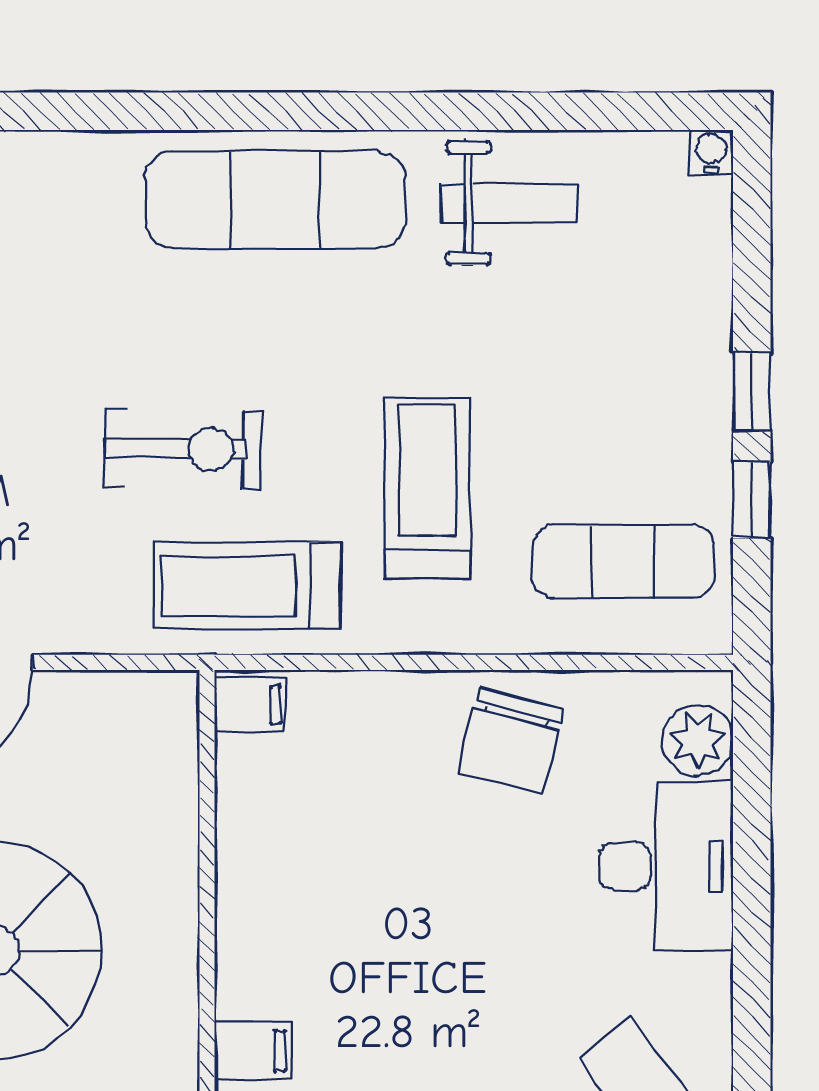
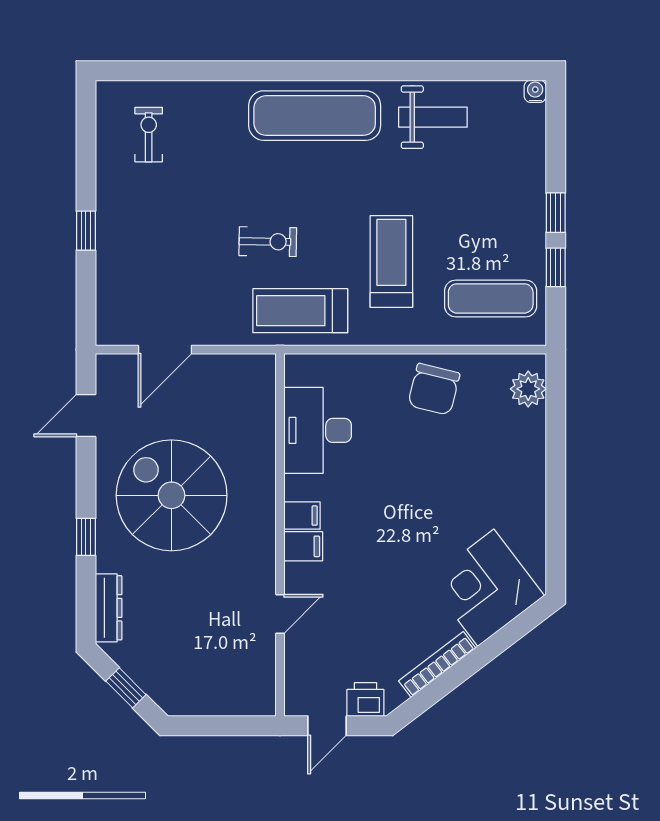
exercise bike: (183, 449) -> (268, 242), width x0.73, depth x0.72
filing cabinet: (250, 705) -> (302, 516), moved
desk: (666, 866) -> (318, 430), moved, turned 180

